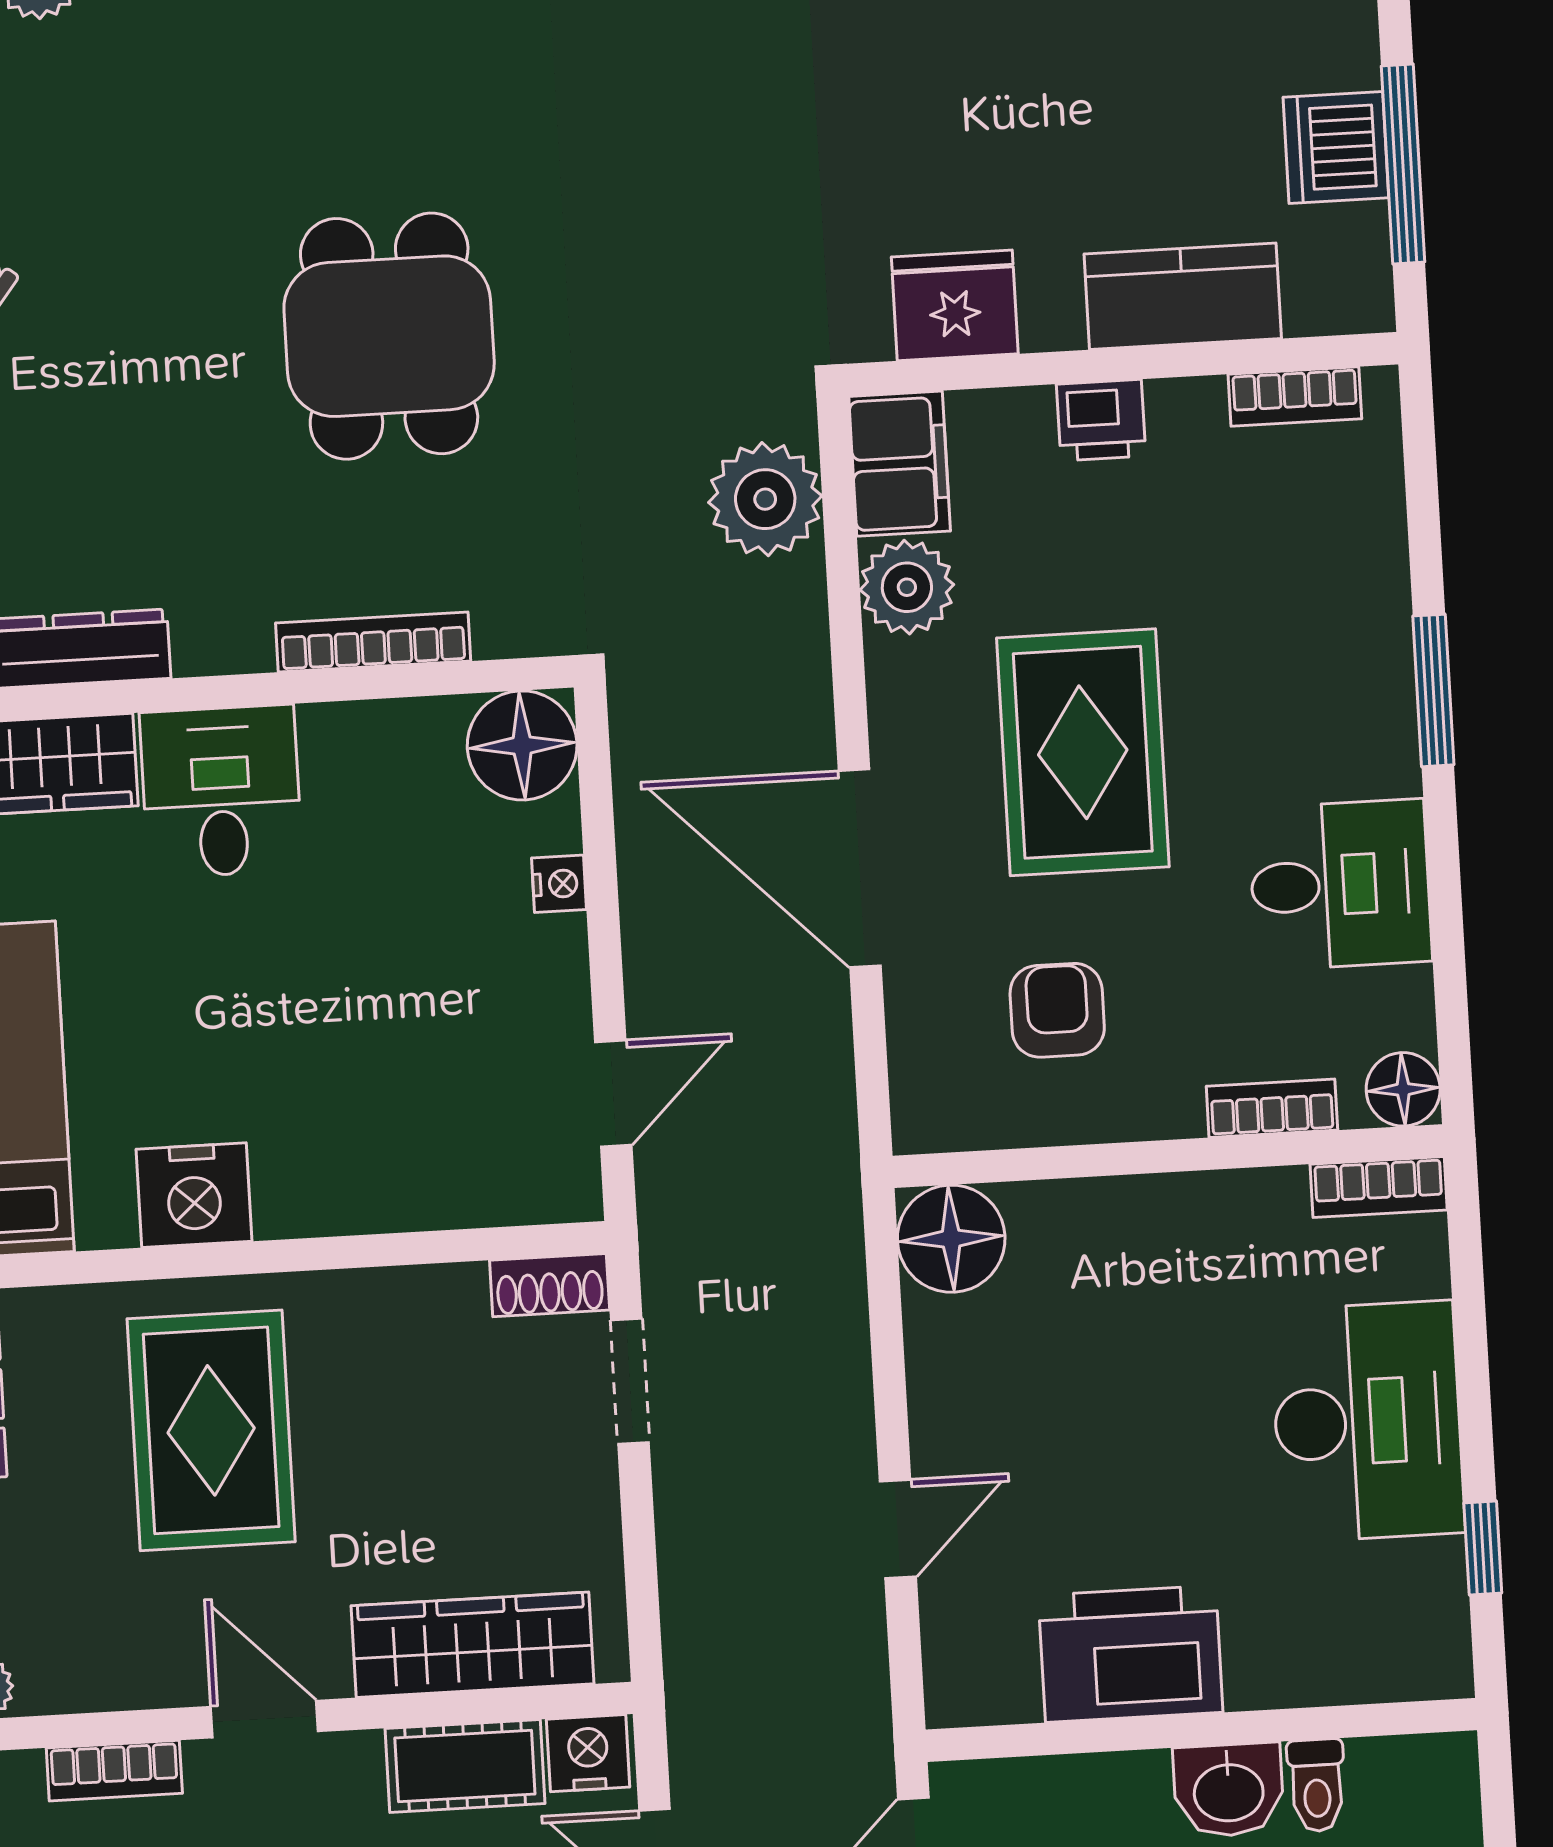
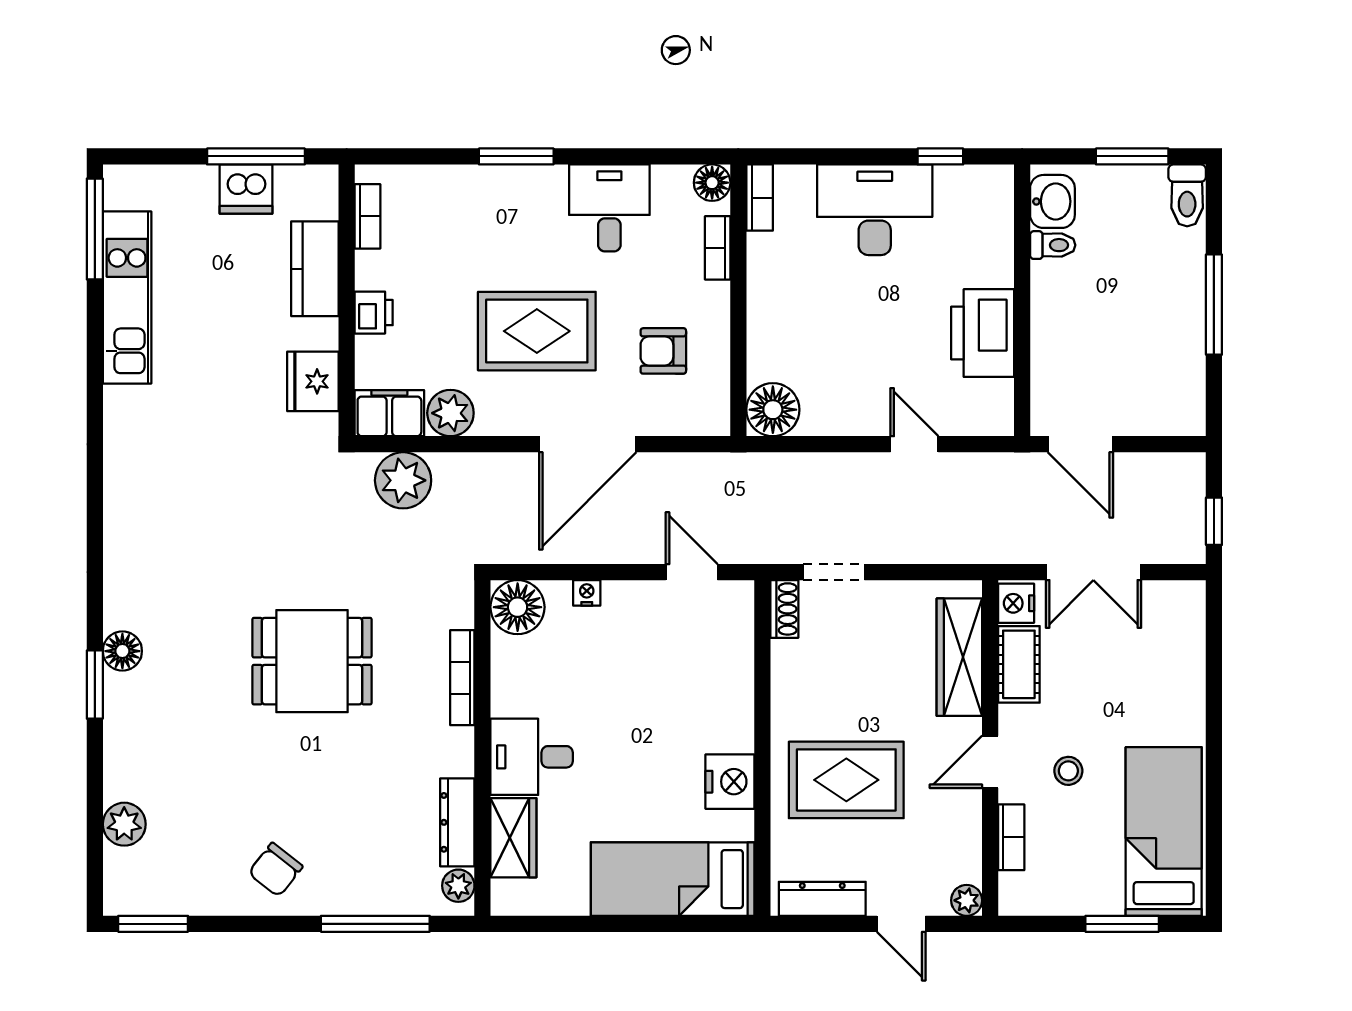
washbasin: (1229, 1790) -> (1052, 201), moved

